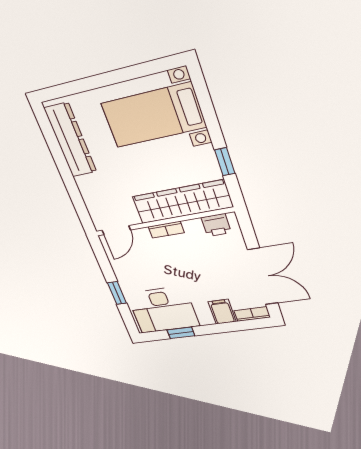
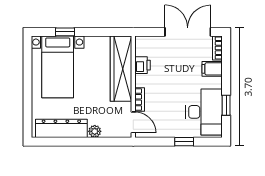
window: (225, 162) -> (65, 32), moved
plant: (85, 185) -> (95, 131), added
printer: (216, 225) -> (143, 65), moved
bookcase: (166, 230) -> (140, 100), moved

